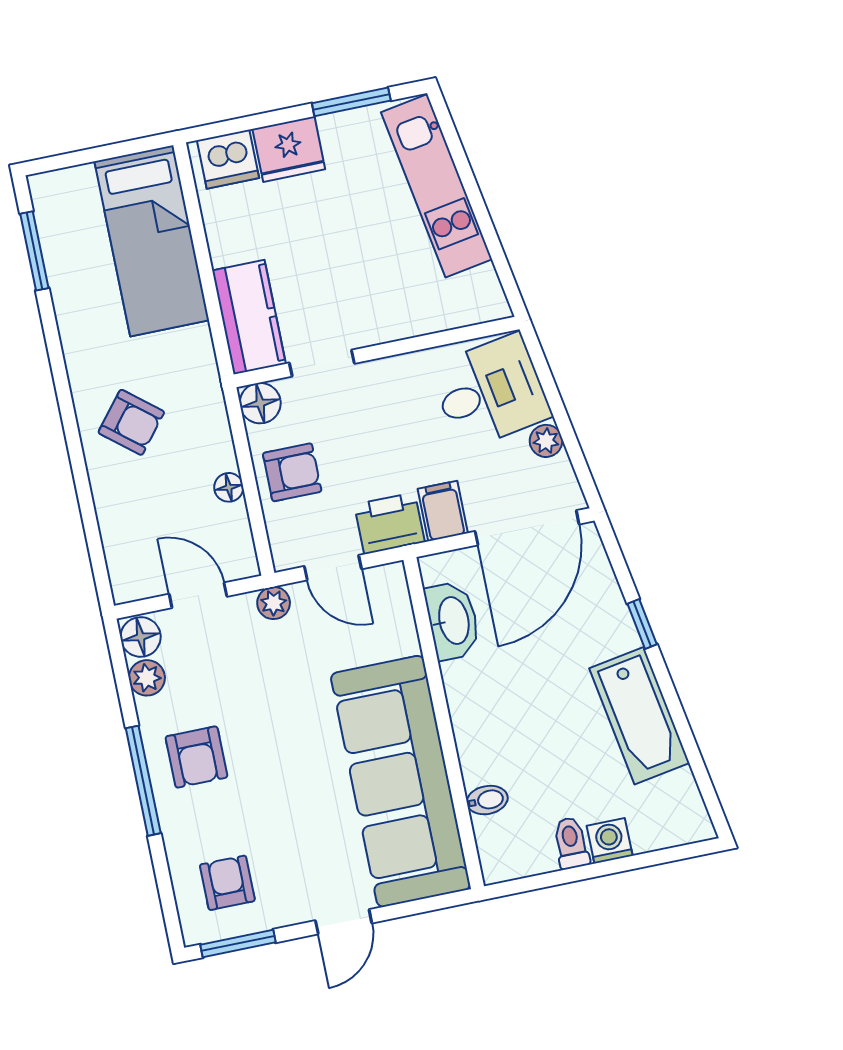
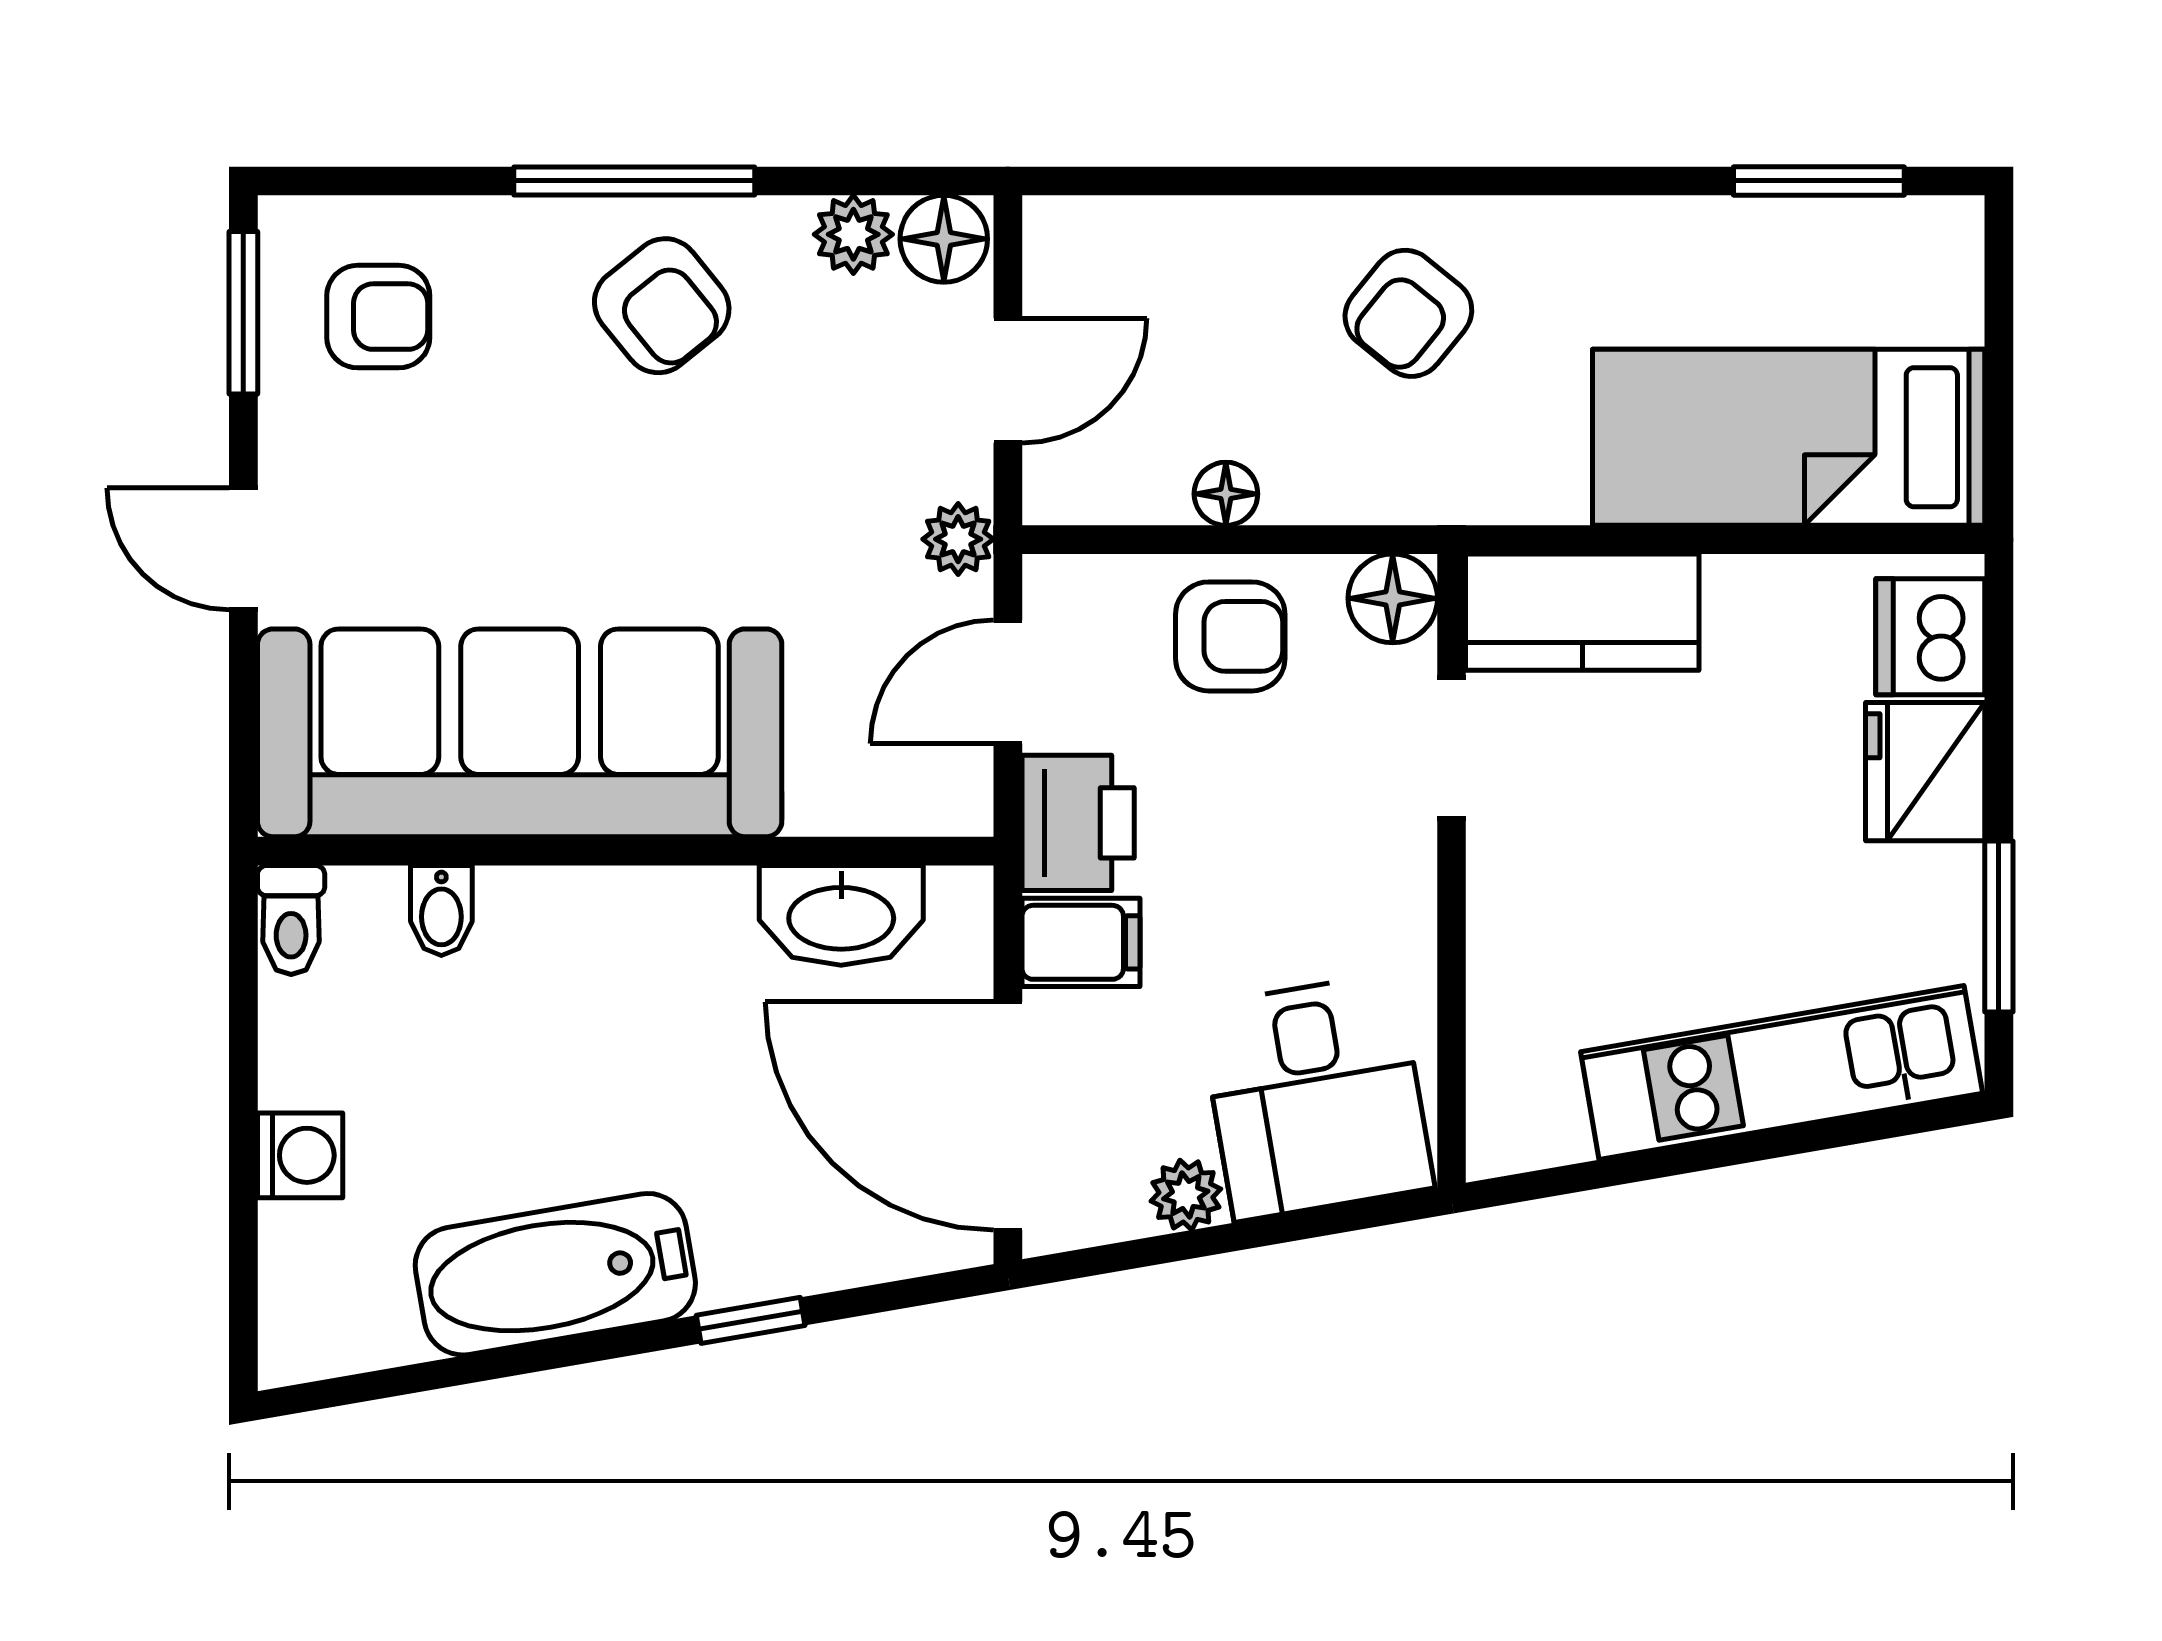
armchair: (292, 472) -> (1230, 636), turned -90
armchair: (196, 757) -> (662, 306), turned -129
toilet: (571, 843) -> (291, 920), moved, turned 90

